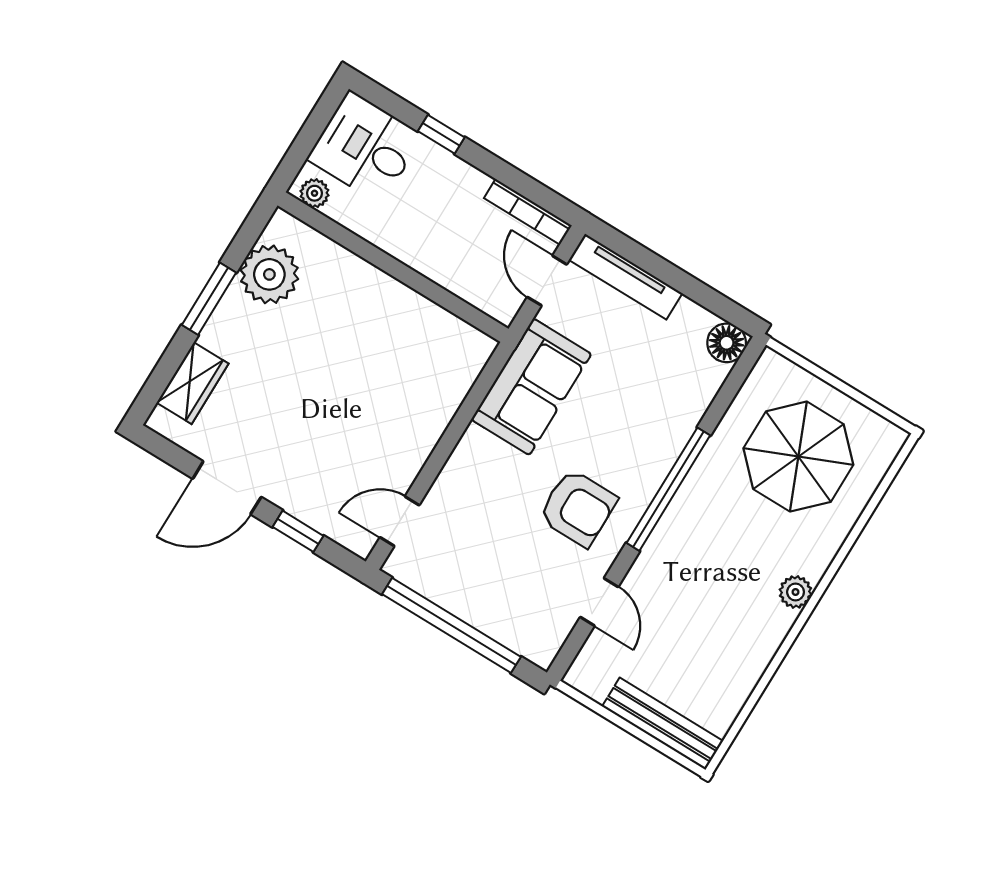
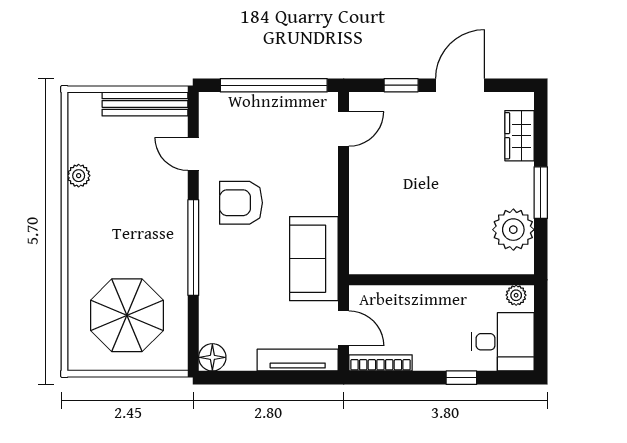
plant: (796, 592) -> (79, 176), moved
bench: (663, 724) -> (145, 104), moved

